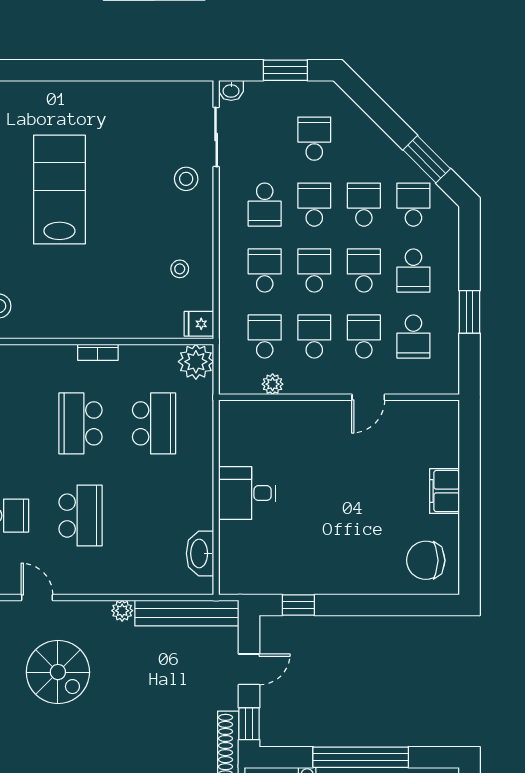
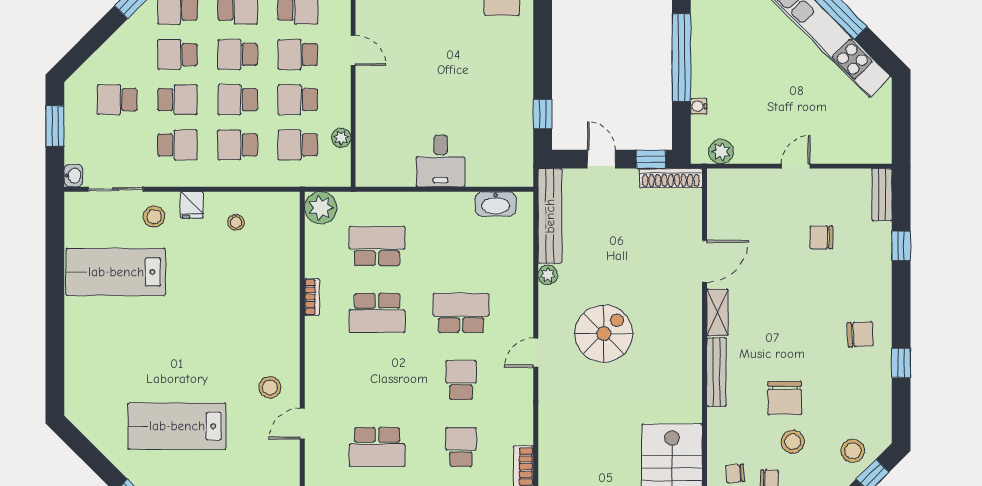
lab bench: (59, 190) -> (116, 272), moved
school desk: (314, 205) -> (177, 100), turned 180
fridge: (199, 324) -> (192, 205), moved

